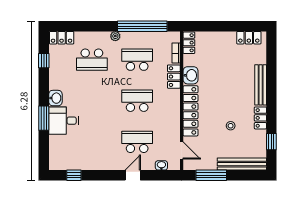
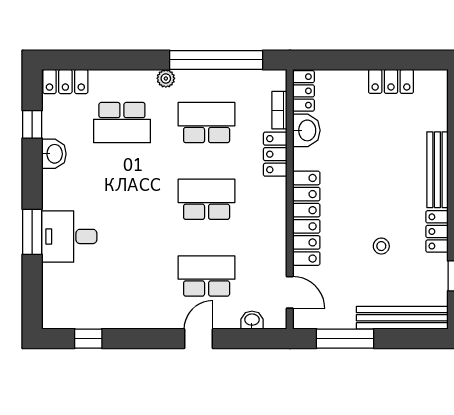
locker: (249, 38) -> (391, 81), moved
washbasin: (191, 75) -> (306, 130), moved
washbasin: (55, 98) -> (54, 154), moved

